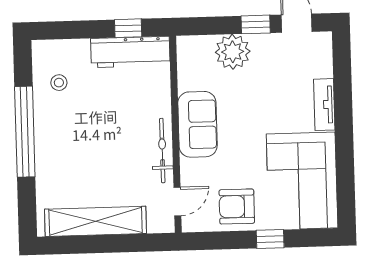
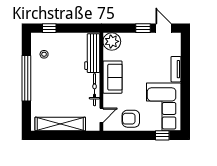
window: (128, 28) -> (49, 28), moved
workbench: (130, 52) -> (92, 53), moved, turned 90
plant: (233, 52) -> (112, 41), moved
window: (270, 239) -> (162, 135), moved

